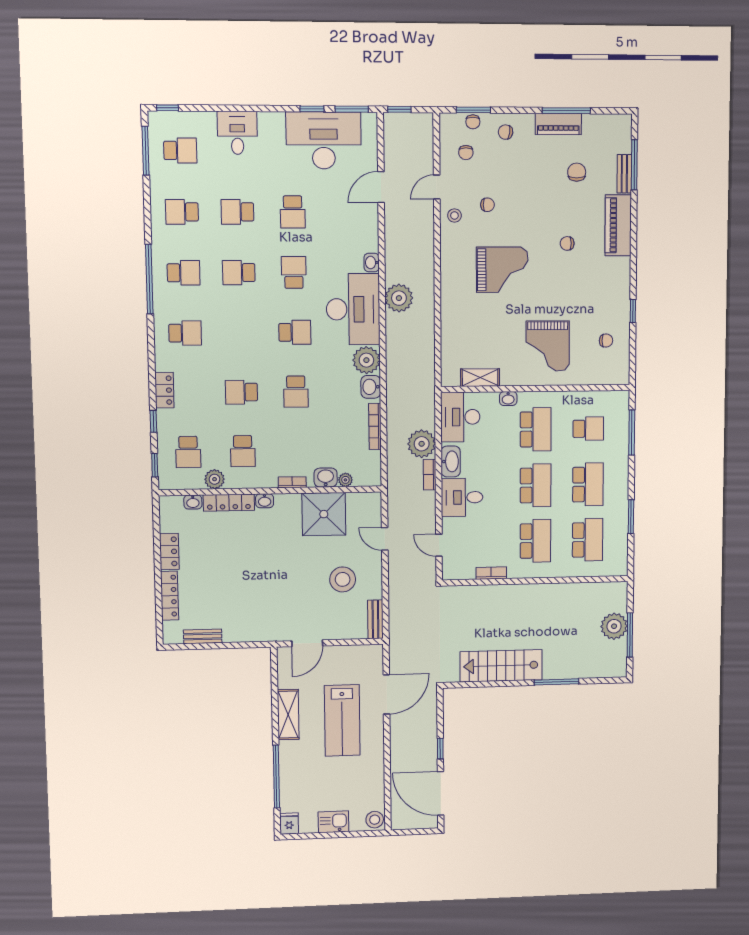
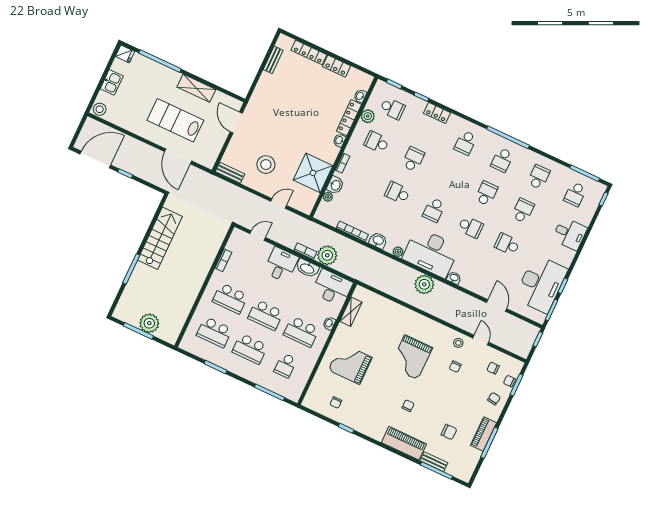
plant: (366, 360) -> (398, 252), width x0.53, depth x0.53
school desk: (188, 452) -> (392, 108), turned 180

